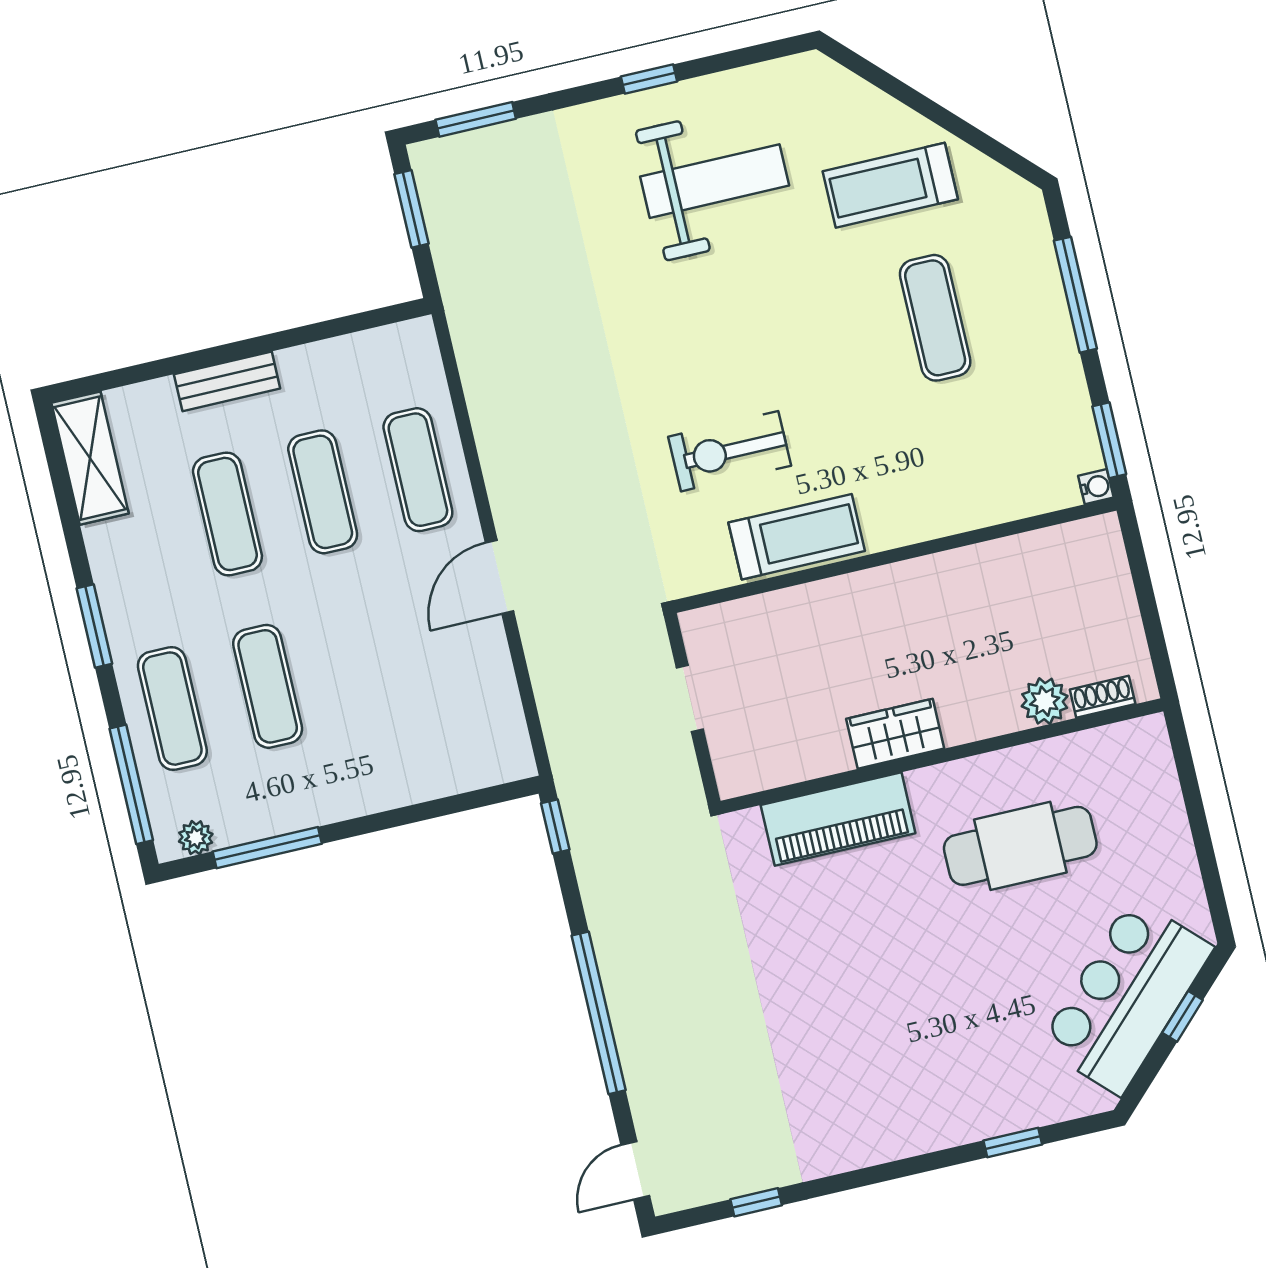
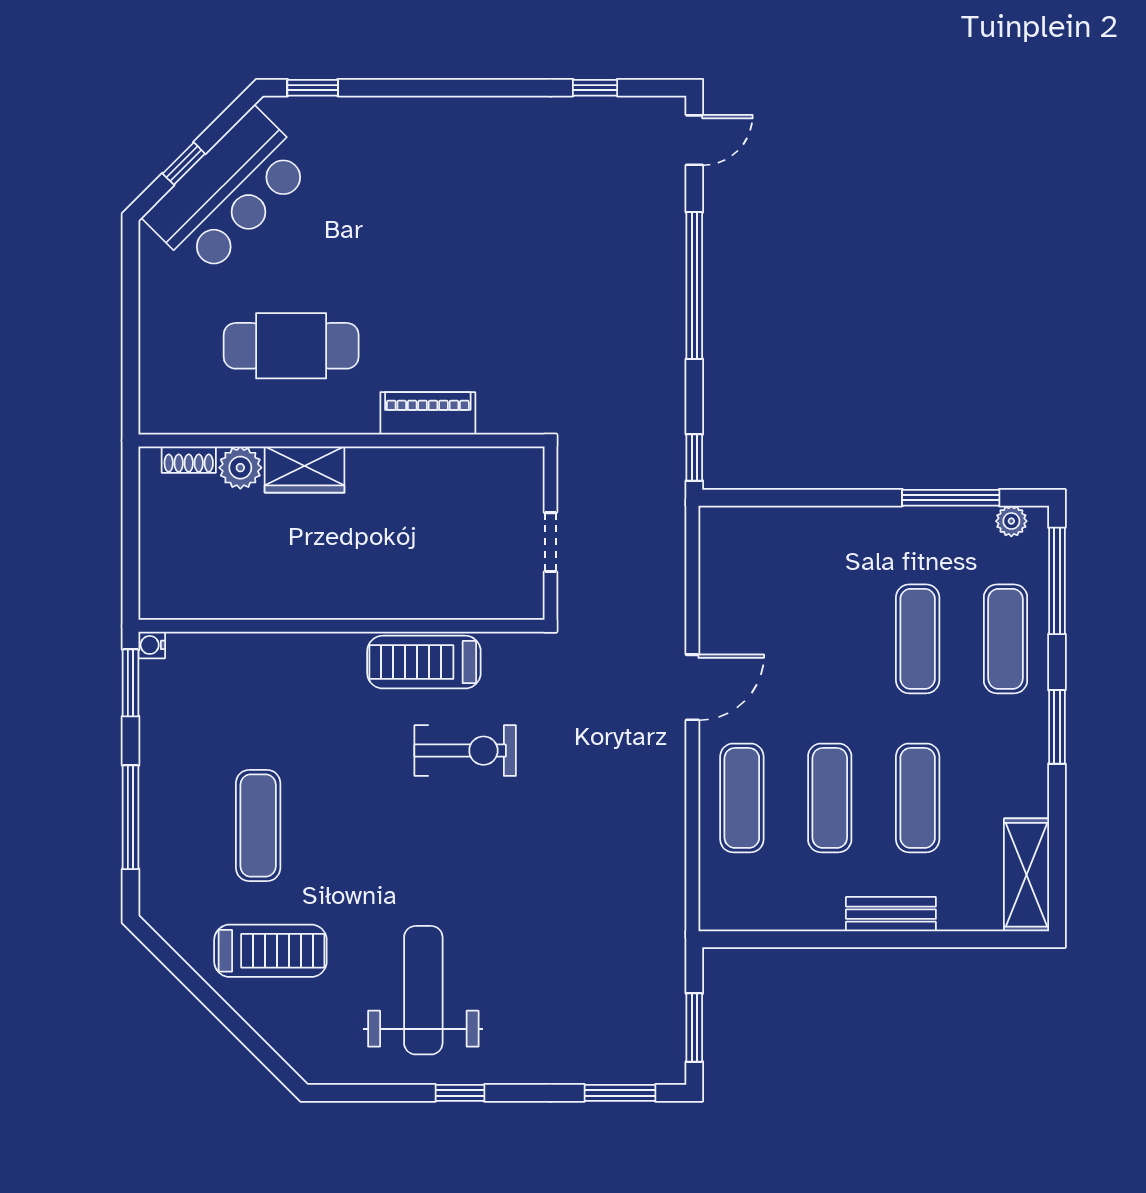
weight bench: (715, 181) -> (423, 990), turned 90
wardrobe: (895, 734) -> (305, 470), moved
piano: (838, 819) -> (428, 413), width x0.73, depth x0.75
window: (1013, 1143) -> (313, 88), moved

